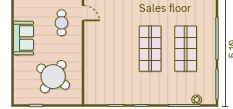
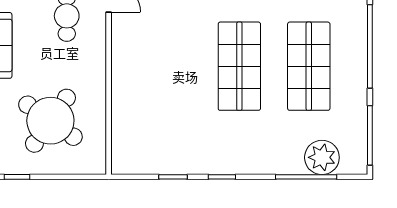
plant: (197, 100) -> (322, 157), width x1.88, depth x1.88

